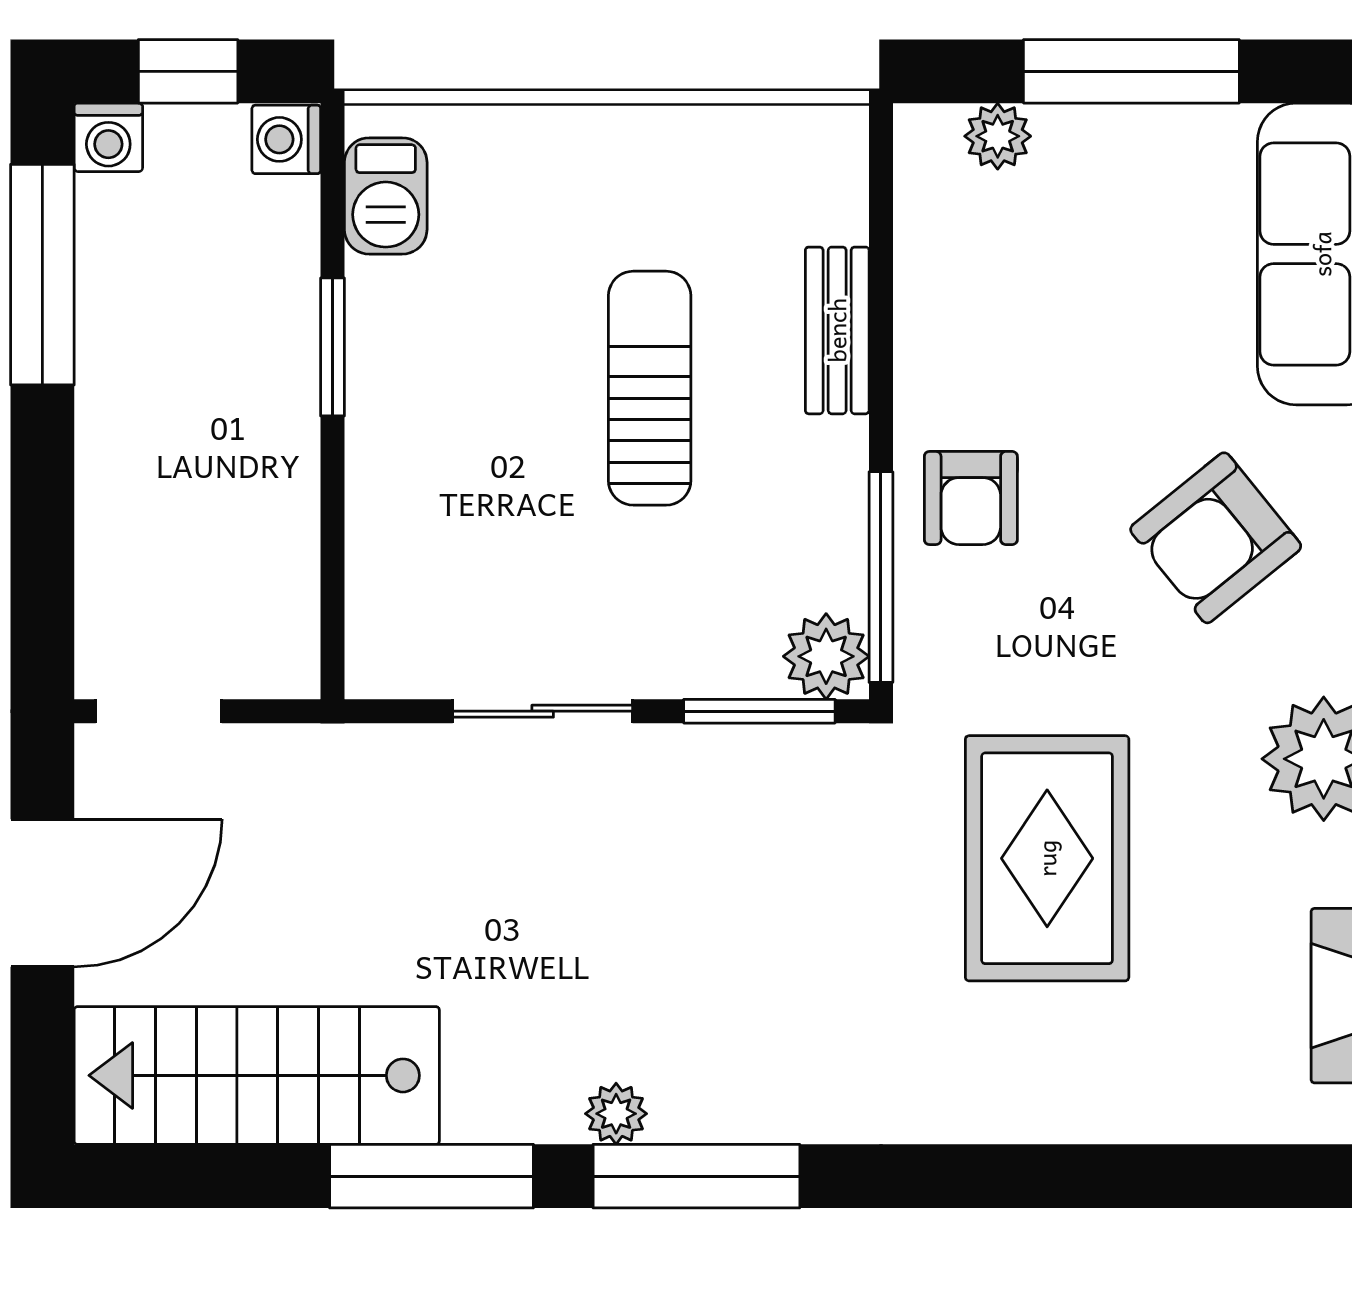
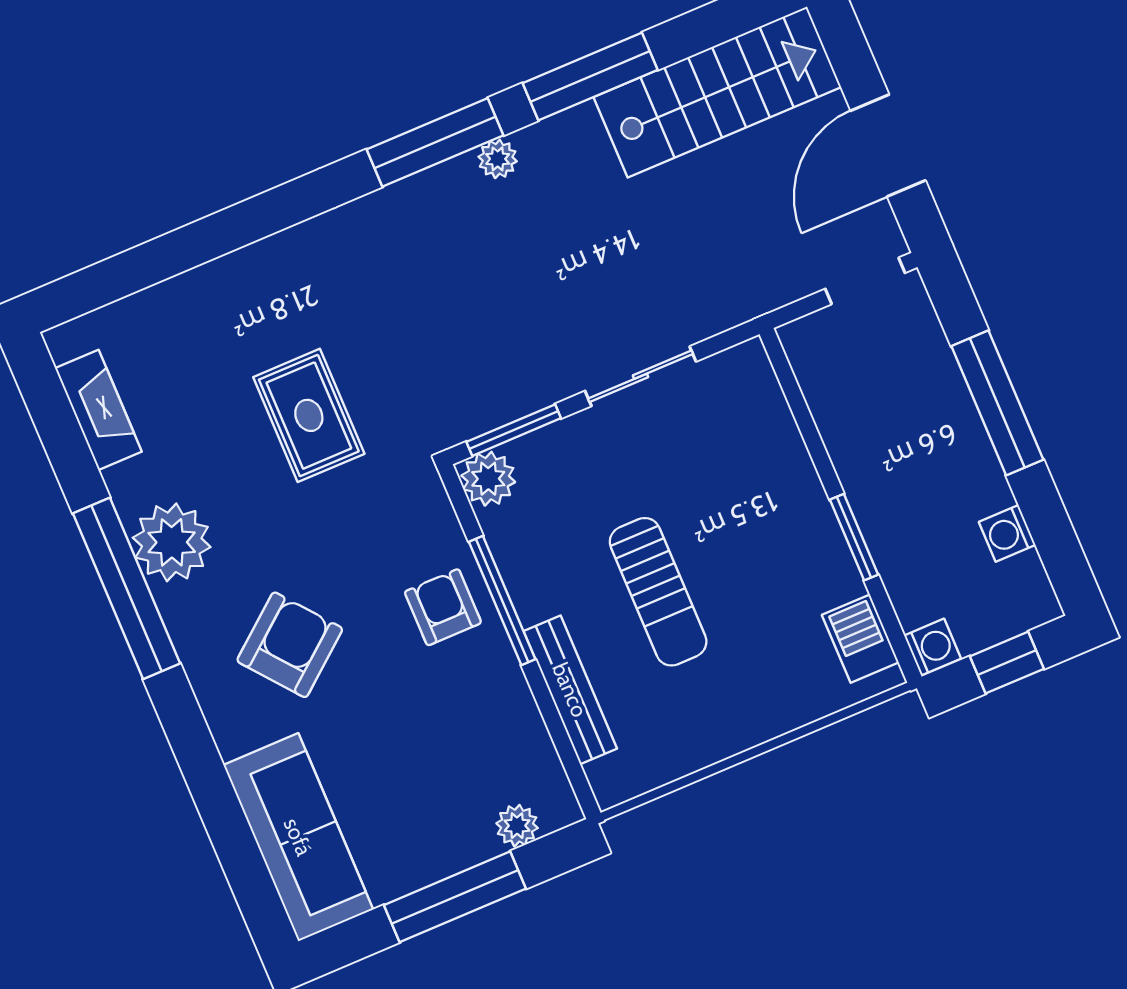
washing machine: (108, 137) -> (1007, 533), moved, turned -90
window: (42, 275) -> (997, 403), moved
bench: (837, 330) -> (570, 690), width x1.36
window: (881, 577) -> (502, 600), moved
rug: (1047, 858) -> (309, 415), width x0.73, depth x0.70

